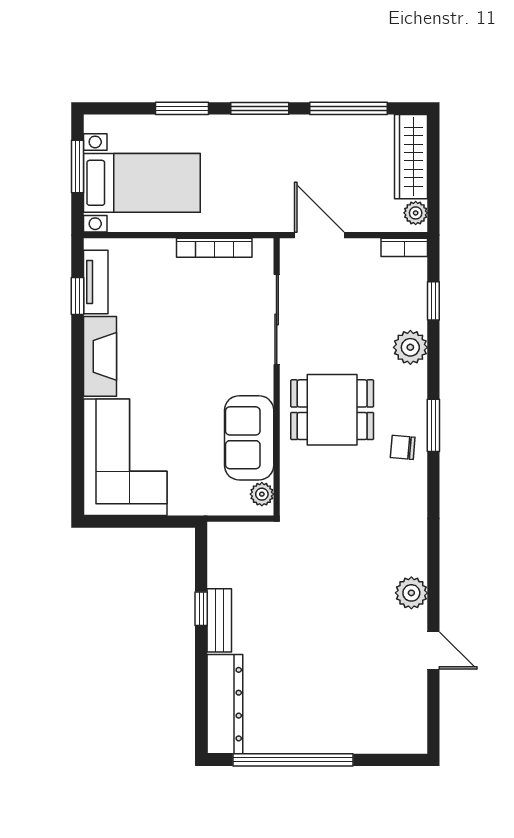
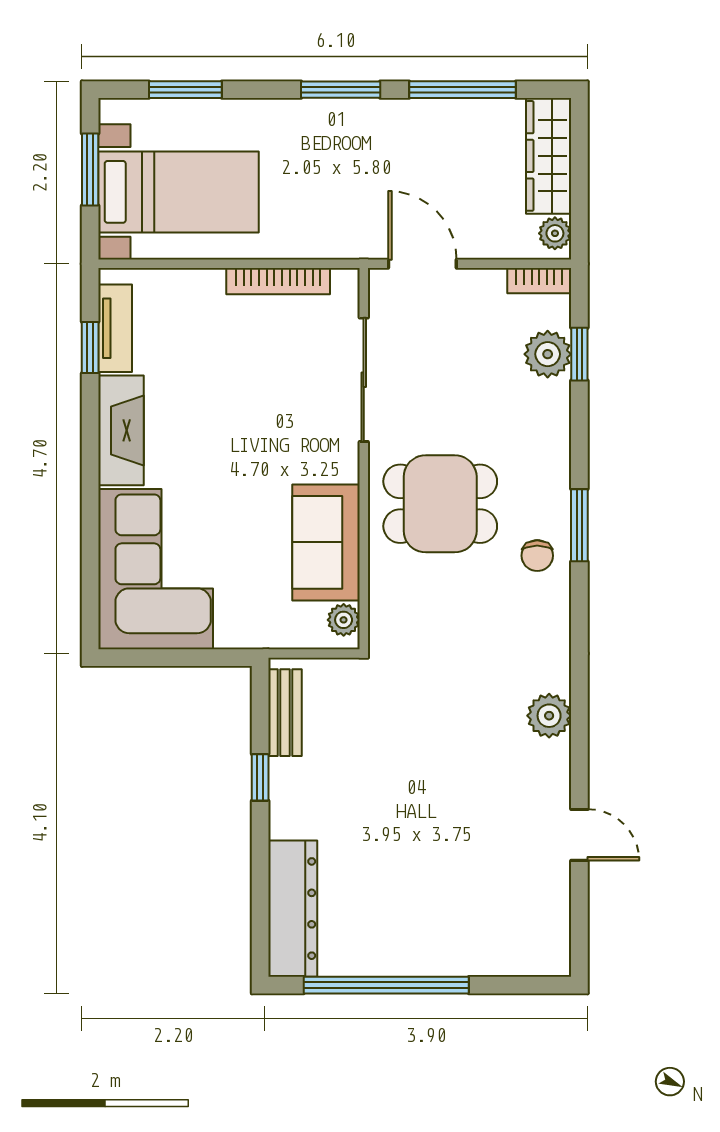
window: (182, 108) -> (185, 90), moved
plant: (410, 347) -> (548, 354), moved
chair: (403, 447) -> (537, 556), turned -95
plant: (411, 593) -> (549, 716), moved
bench: (219, 620) -> (285, 713), moved

